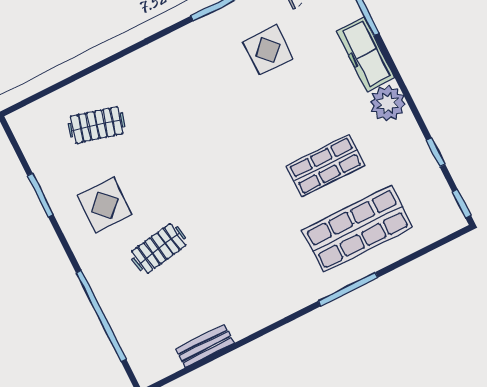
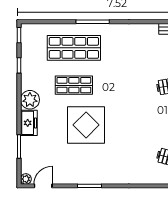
display table: (268, 50) -> (86, 125), moved, width x1.86, depth x1.86
freezer: (365, 54) -> (29, 123), width x0.71

